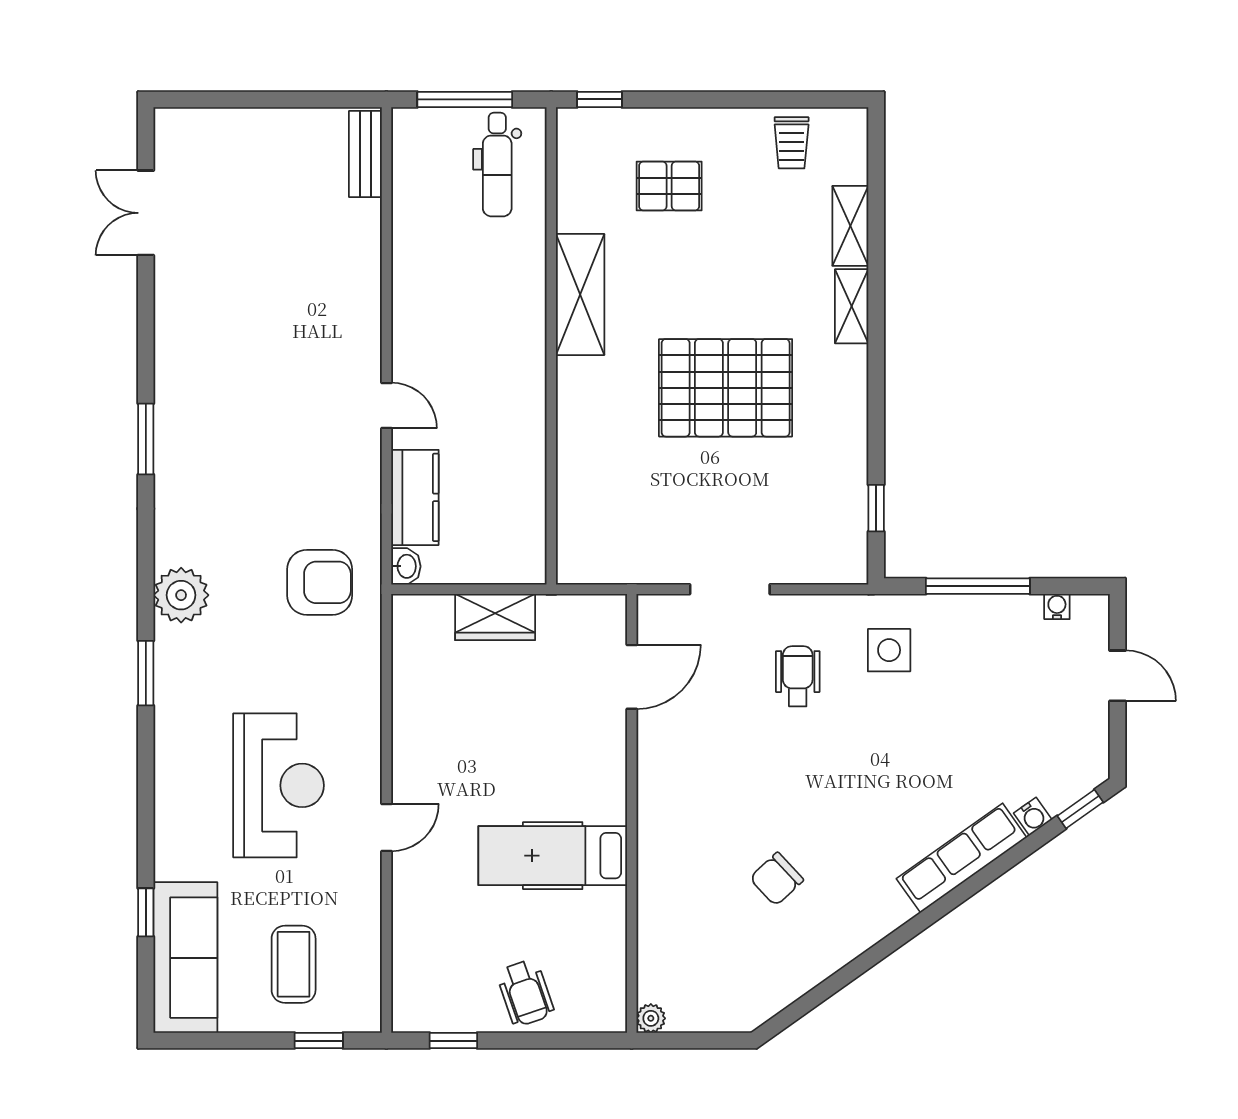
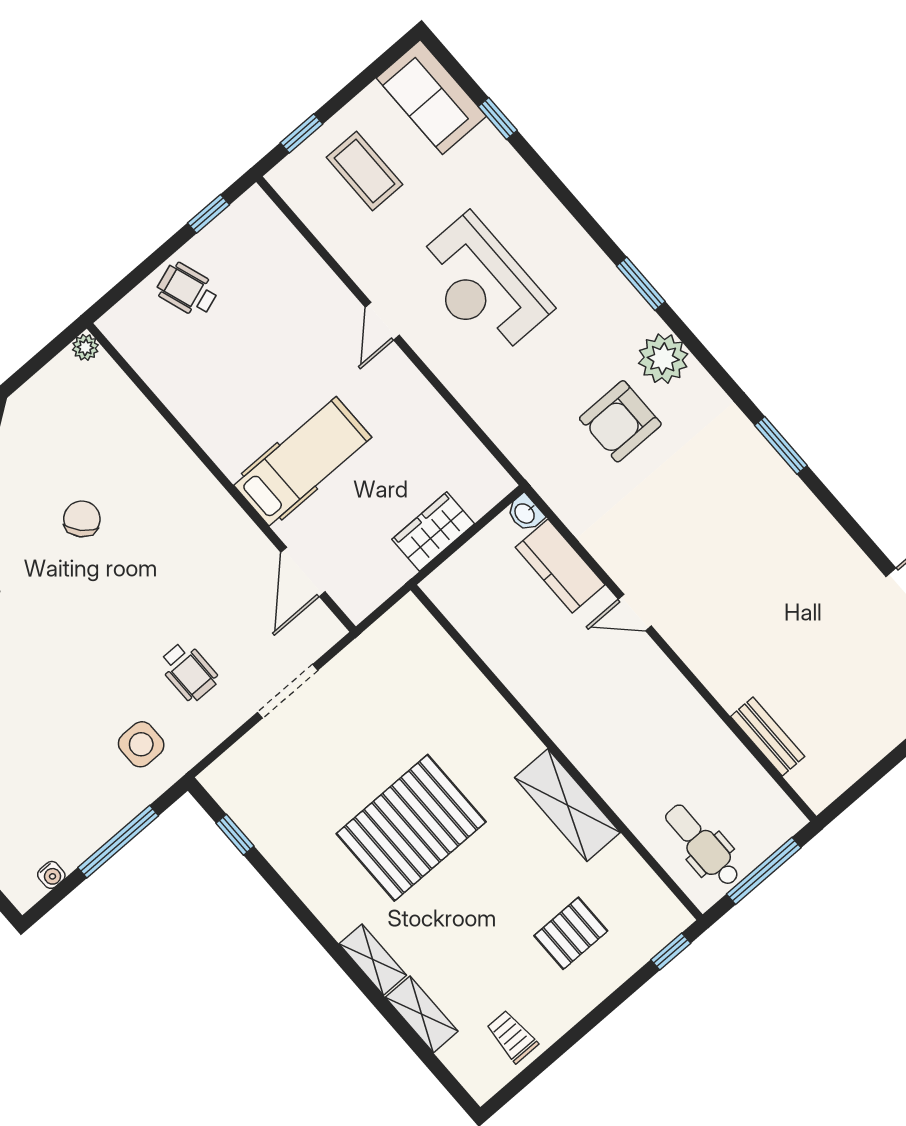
bench: (365, 154) -> (768, 736), moved
armchair: (320, 582) -> (620, 421), moved
hospital bed: (553, 856) -> (303, 461), moved
sofa: (185, 958) -> (431, 97), width x0.73

